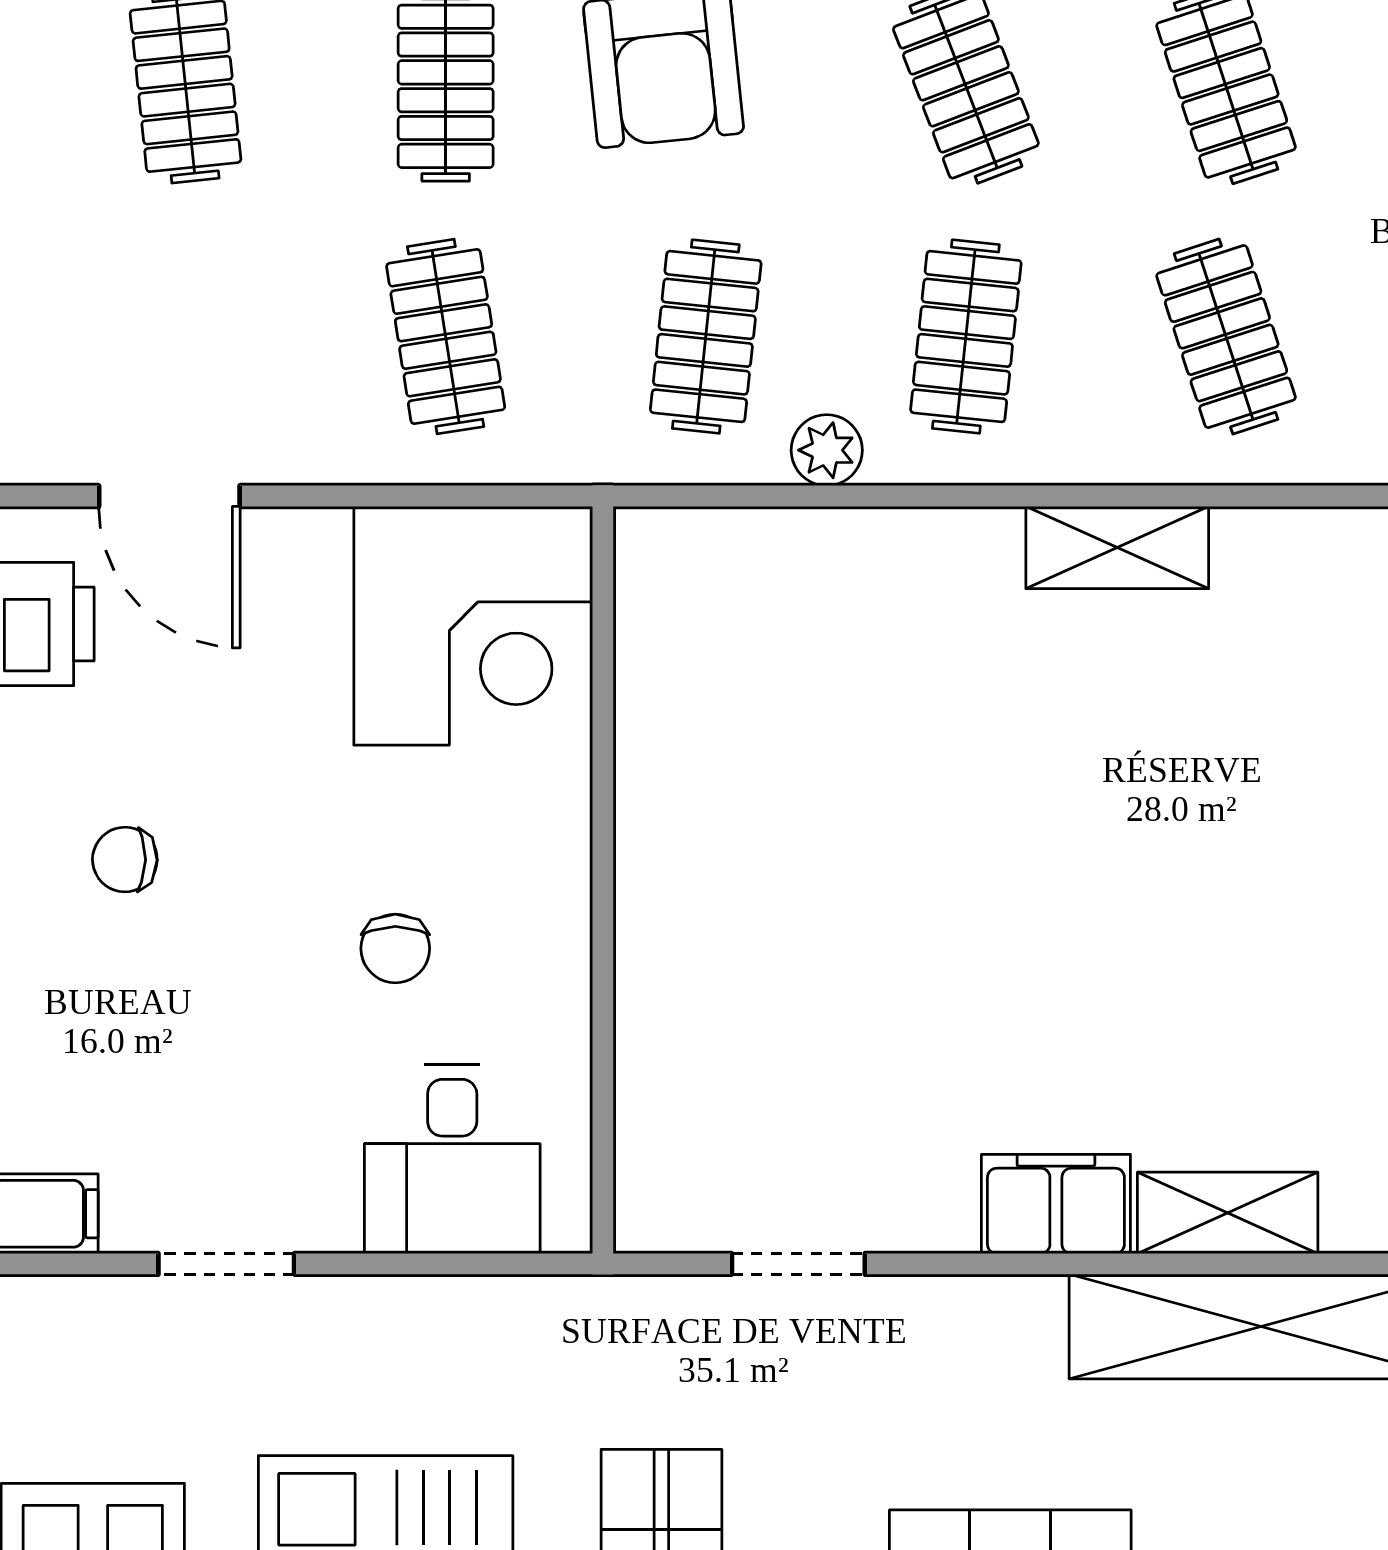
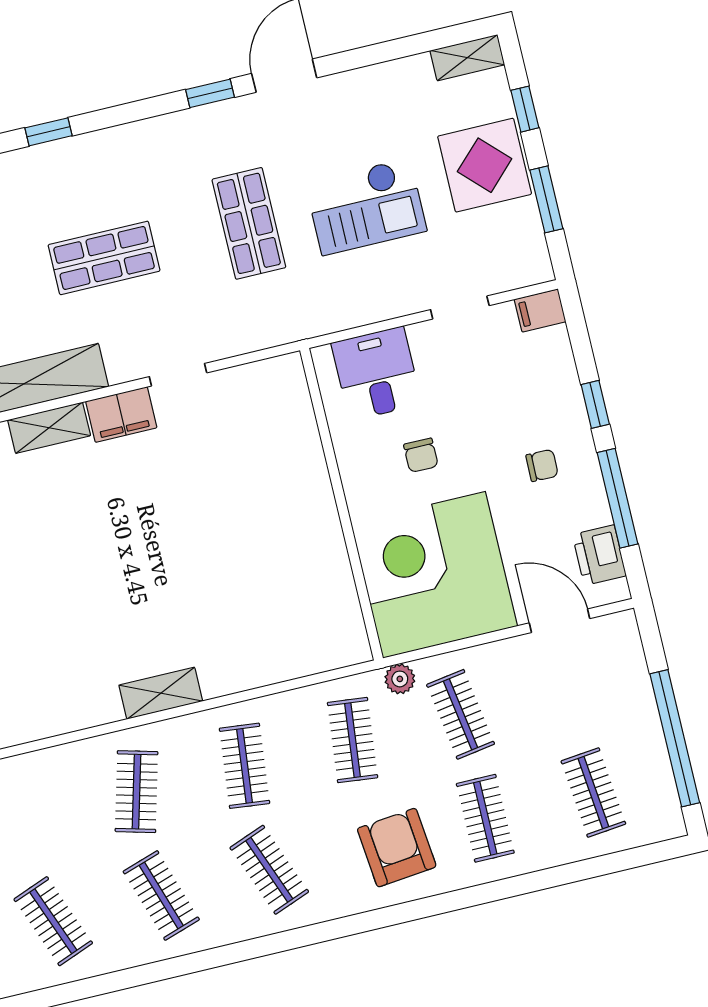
clothes rail: (1226, 337) -> (136, 792), turned 33
plant: (827, 450) -> (400, 679), moved
corner desk: (473, 626) -> (434, 575), width x1.36, depth x1.36
chair: (395, 948) -> (421, 455), turned 180
doorway: (798, 1264) -> (178, 375), moved

